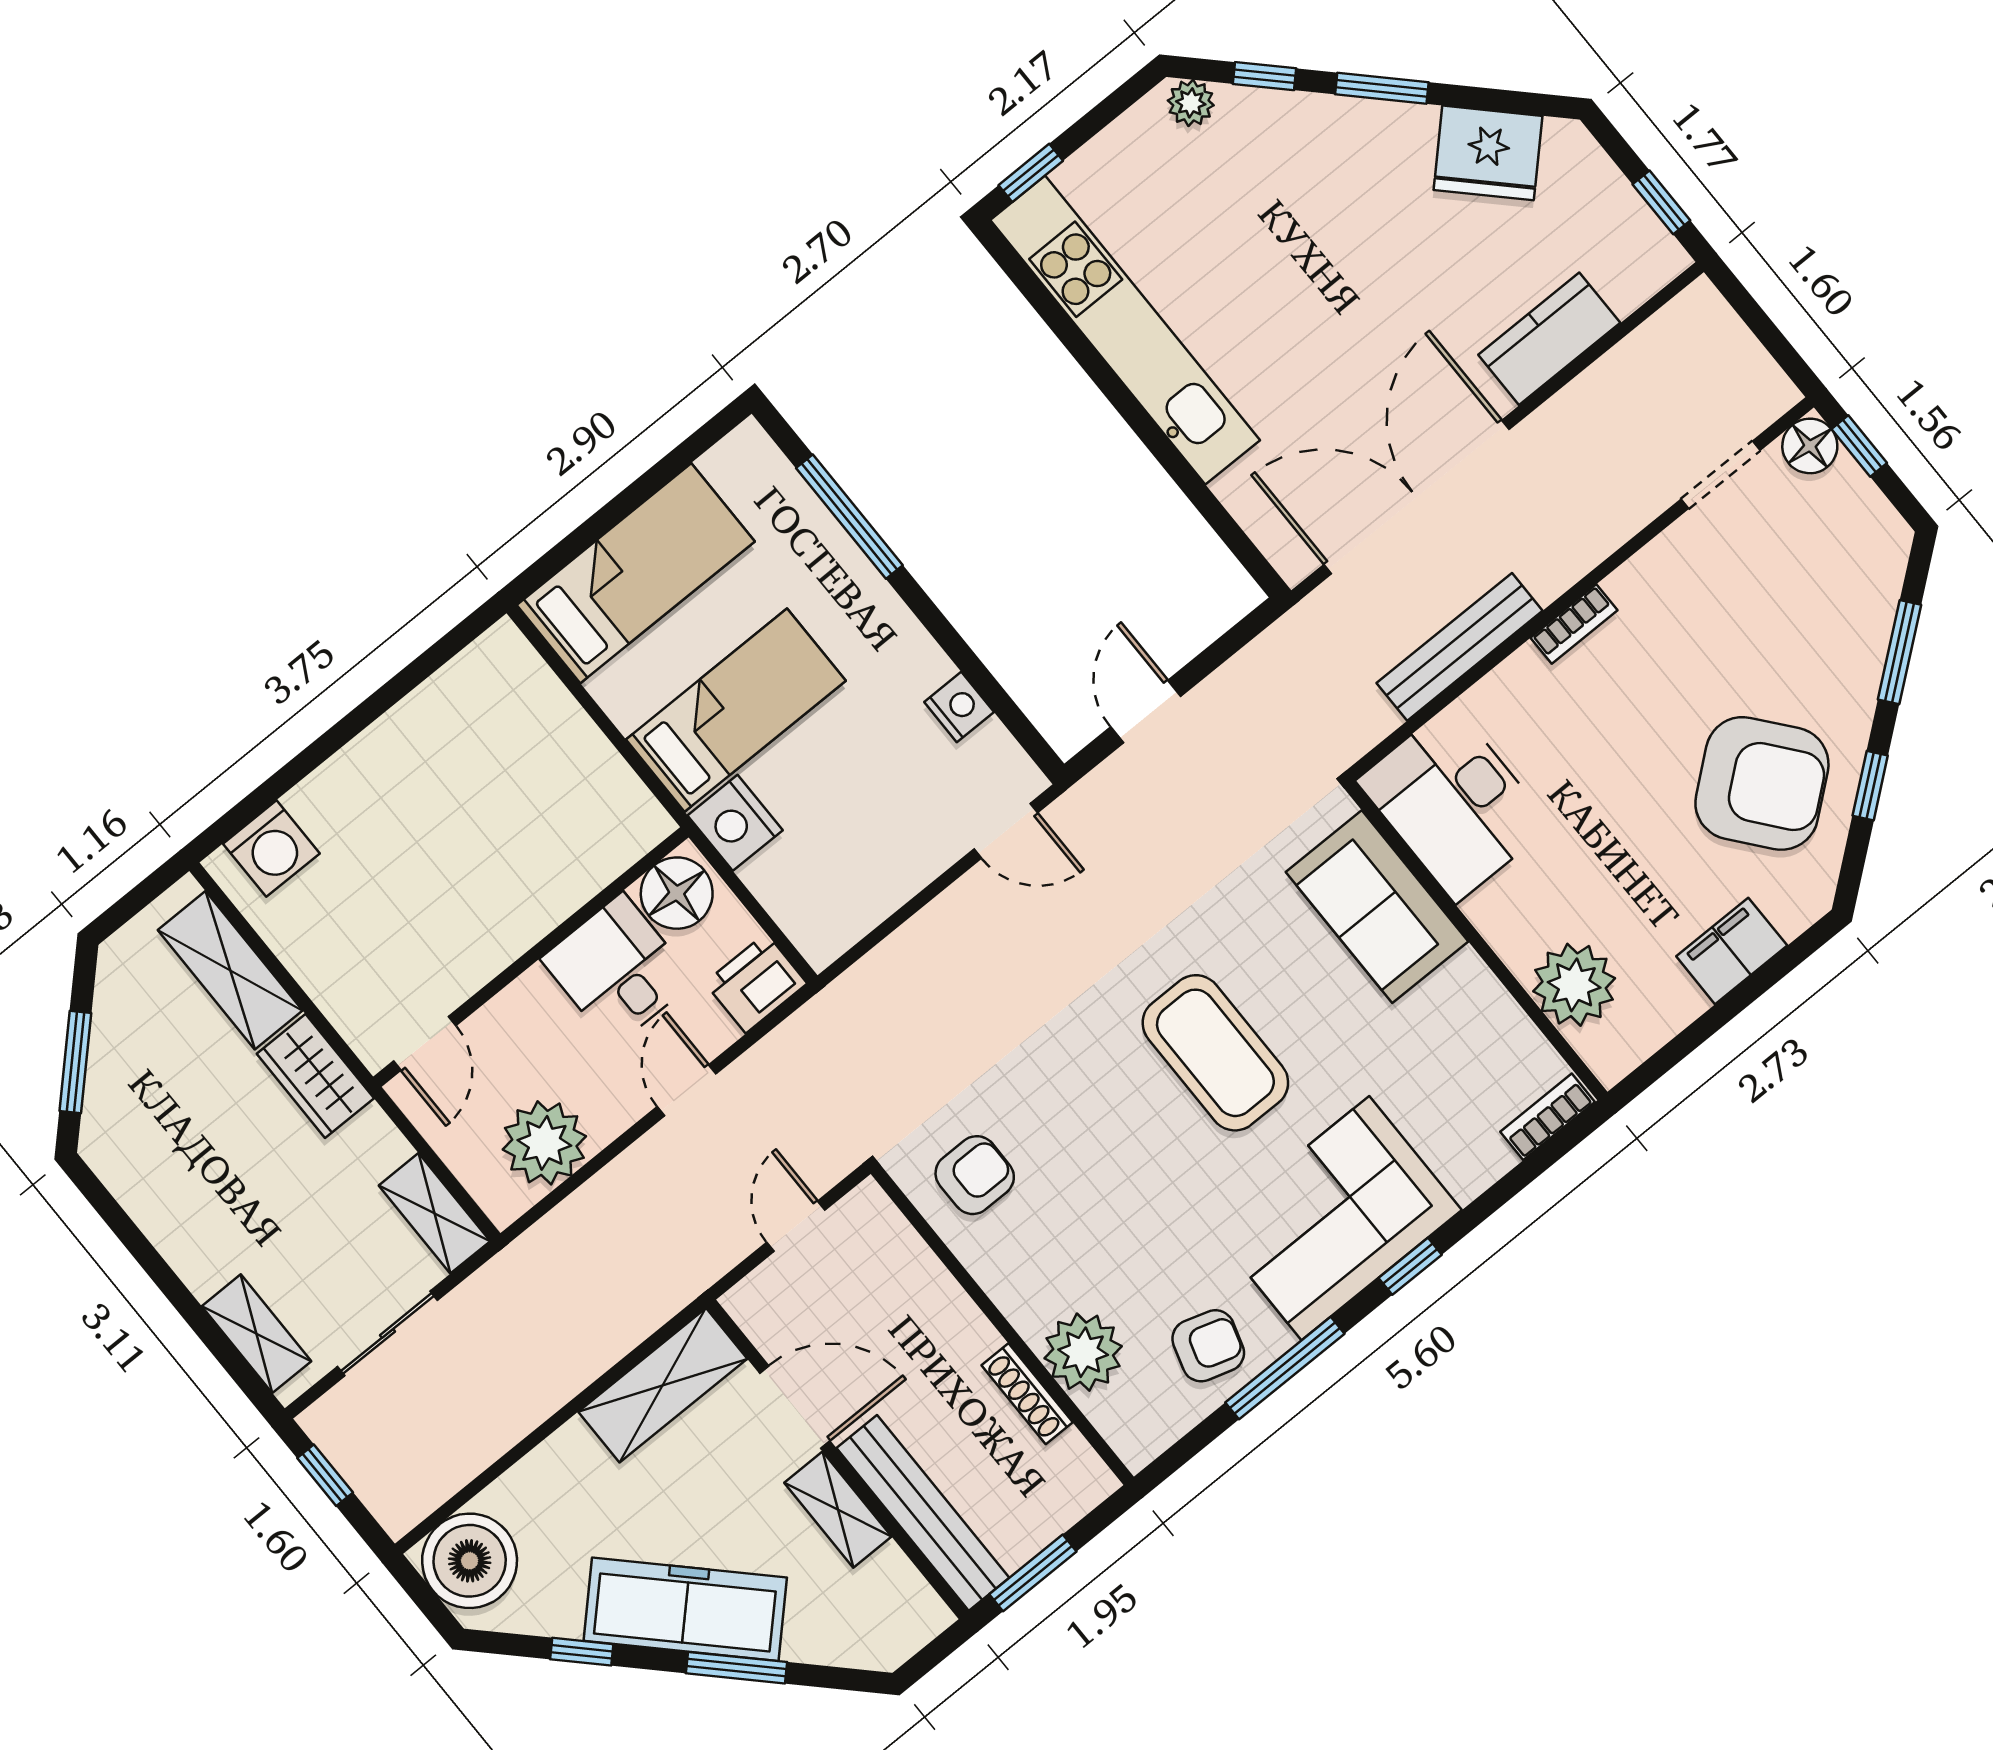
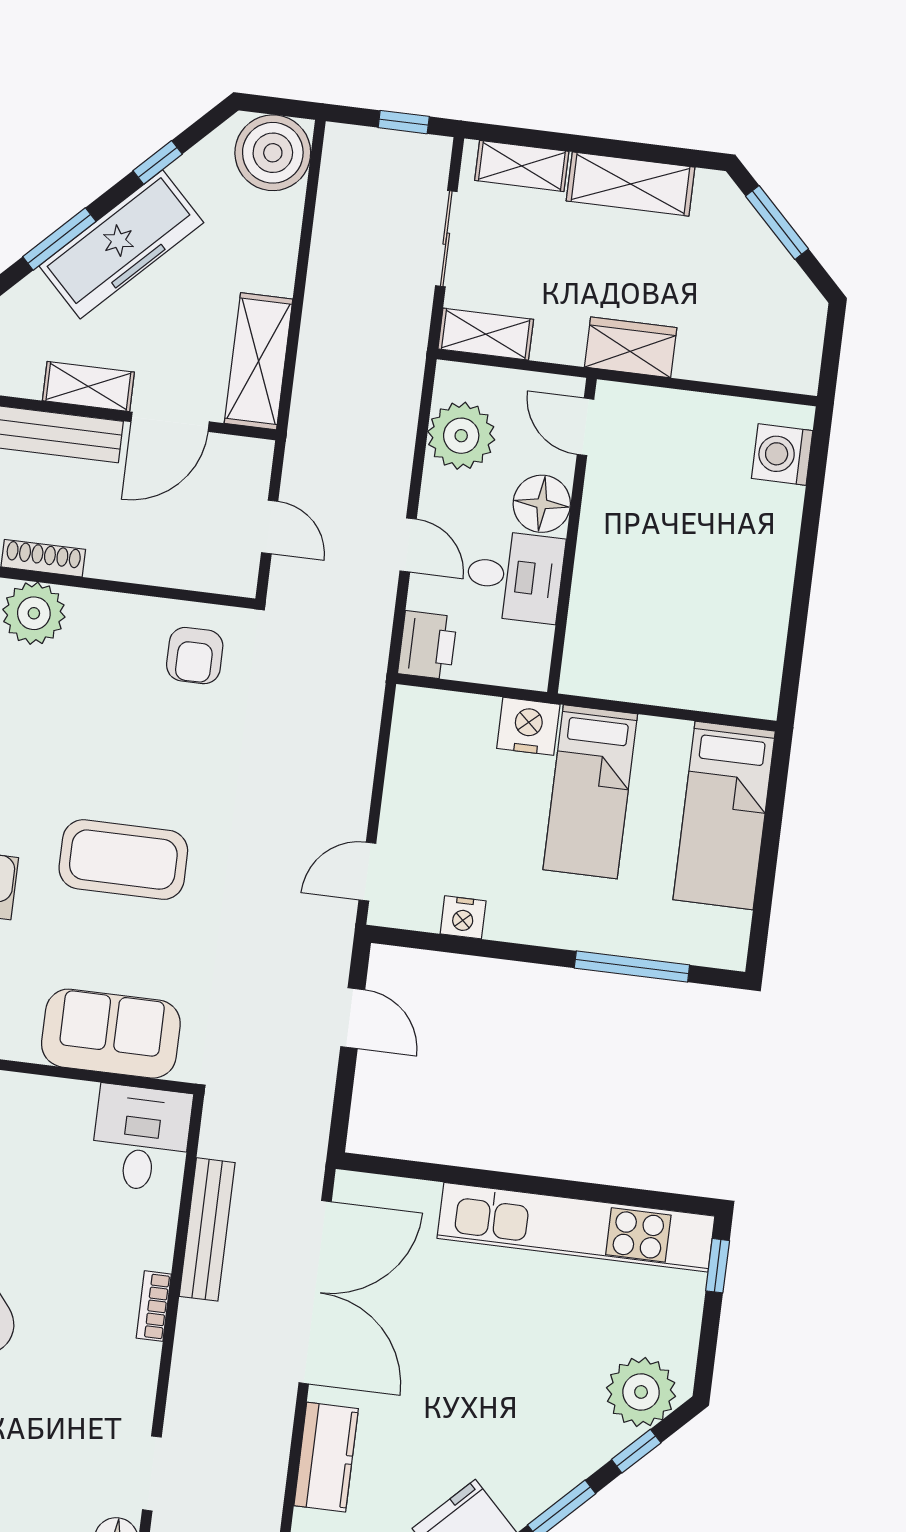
plant: (1191, 103) -> (641, 1392), width x1.87, depth x1.87
desk: (1454, 803) -> (141, 1138), width x0.73
floor lamp: (677, 893) -> (542, 504), moved
shelving: (230, 970) -> (631, 184), moved

